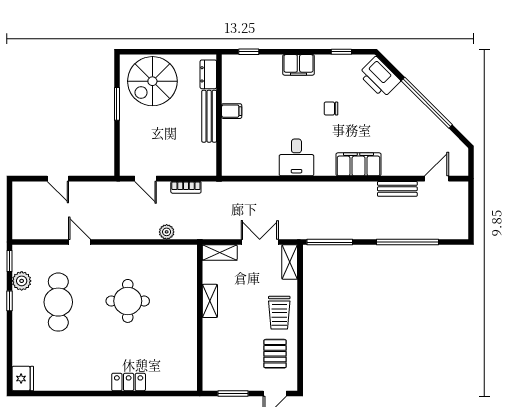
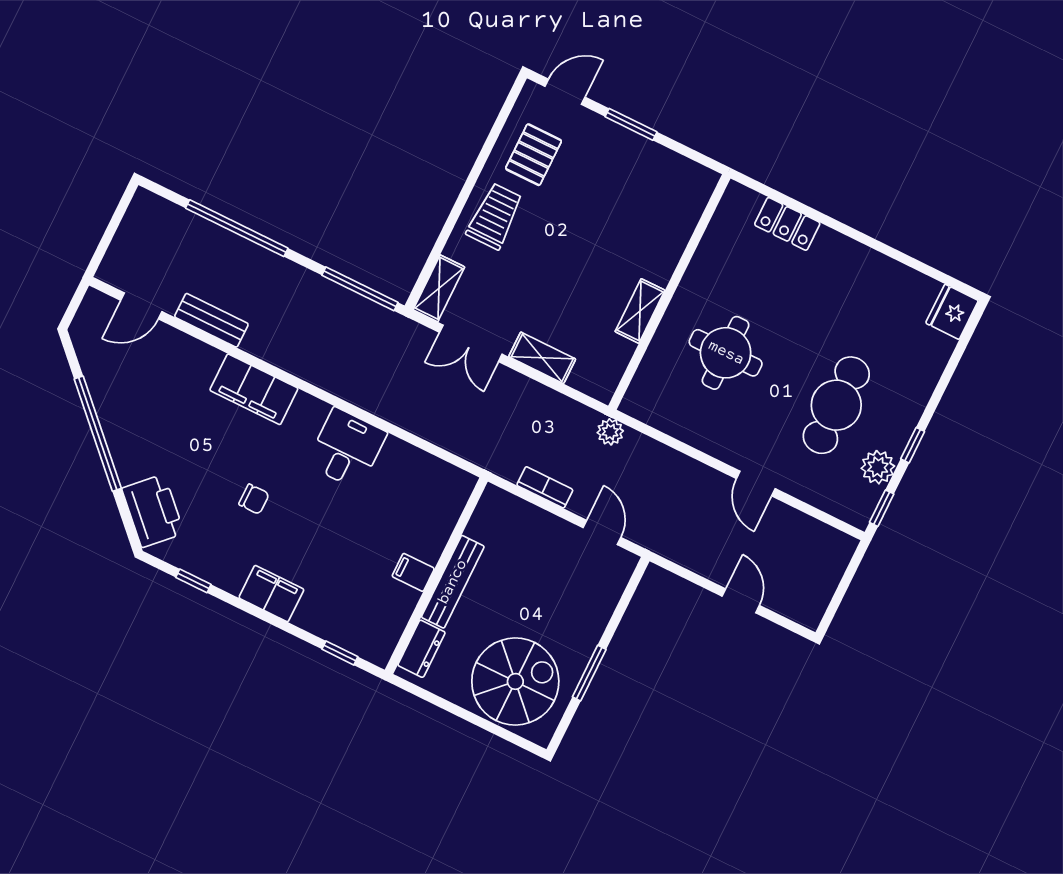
shelving: (210, 301) -> (640, 311), moved
wall: (200, 318) -> (669, 292), moved

